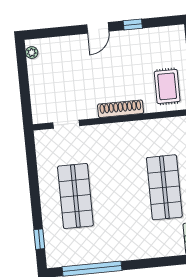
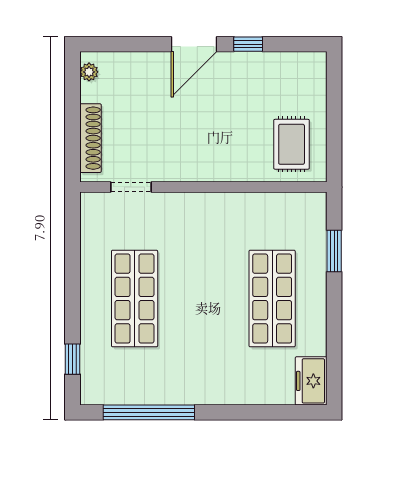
door: (98, 28) -> (194, 44), width x1.38
shoe rack: (121, 109) -> (90, 138), moved, turned 90

